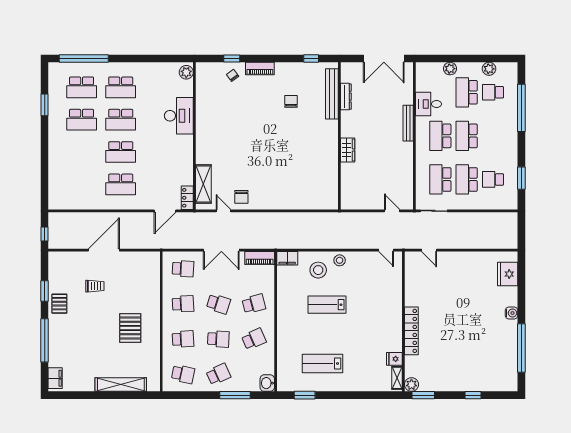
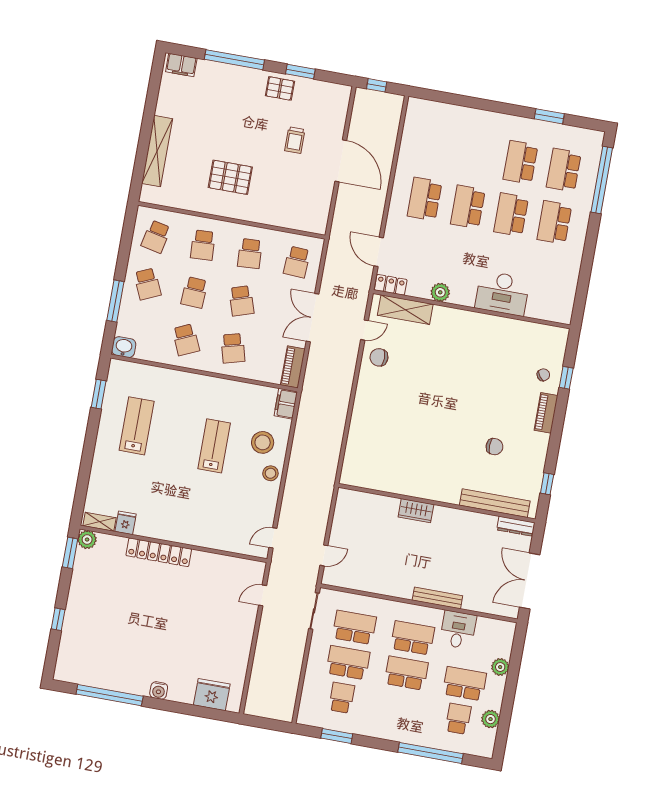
plant: (186, 72) -> (440, 292), moved
dresser: (346, 97) -> (516, 526), moved
school desk: (218, 304) -> (241, 301), turned -36

